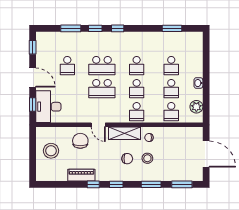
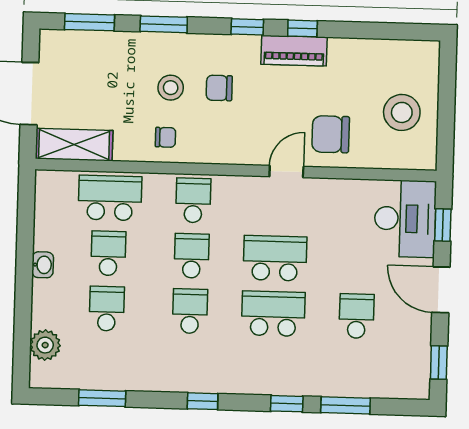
window: (118, 28) -> (203, 401), moved
plant: (196, 107) -> (45, 345), moved
school desk: (171, 112) -> (110, 198), width x1.85
door: (98, 125) -> (286, 171), hinge flipped
shelving: (124, 133) -> (74, 145), moved
chair: (80, 141) -> (331, 134), turned 90
piano: (81, 175) -> (294, 51), moved

